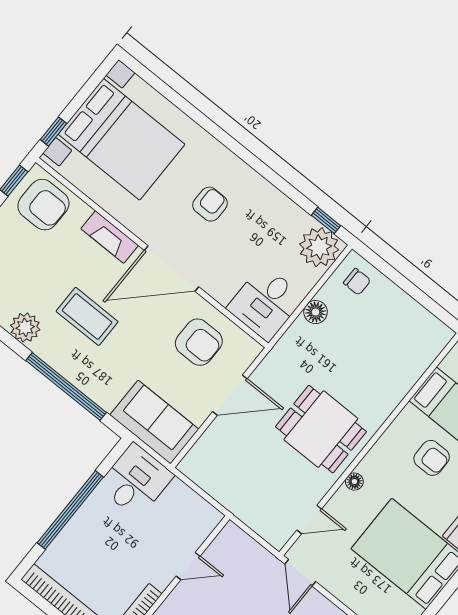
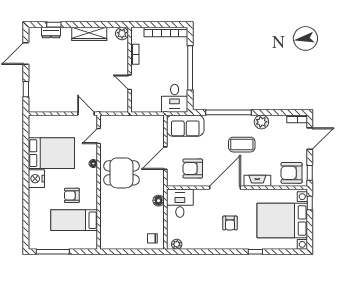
window: (326, 220) -> (255, 252), moved
plant: (319, 247) -> (177, 244), width x0.53, depth x0.53
floor lamp: (316, 312) -> (159, 201), moved
door: (188, 566) -> (130, 82), hinge flipped

